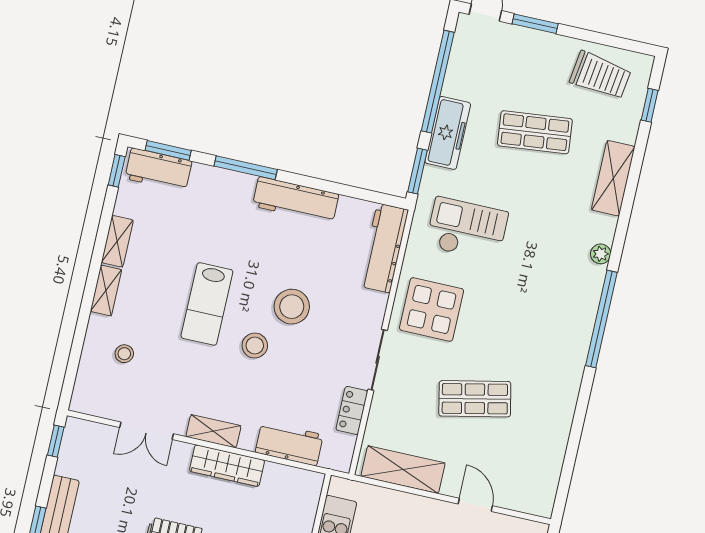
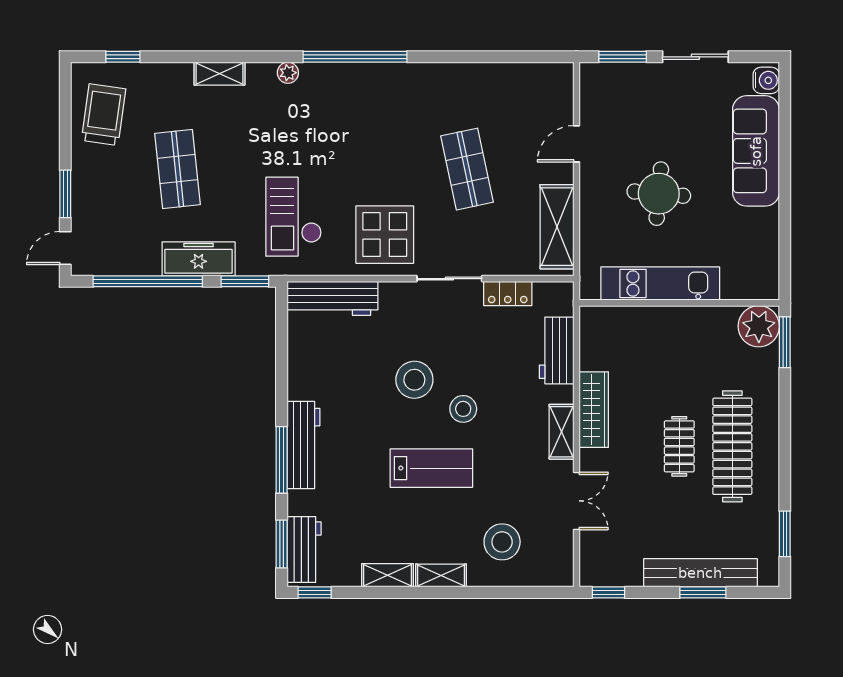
shelving: (613, 178) -> (219, 74), width x0.67, depth x0.75
workbench: (296, 200) -> (303, 445), moved
stool: (124, 354) -> (502, 542), width x1.89, depth x1.89

